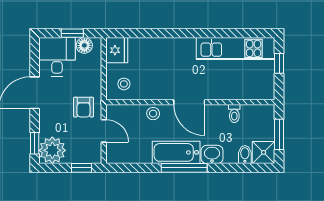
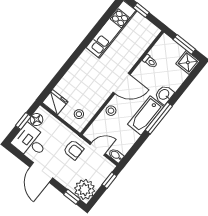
bidet: (245, 155) -> (116, 155), moved

